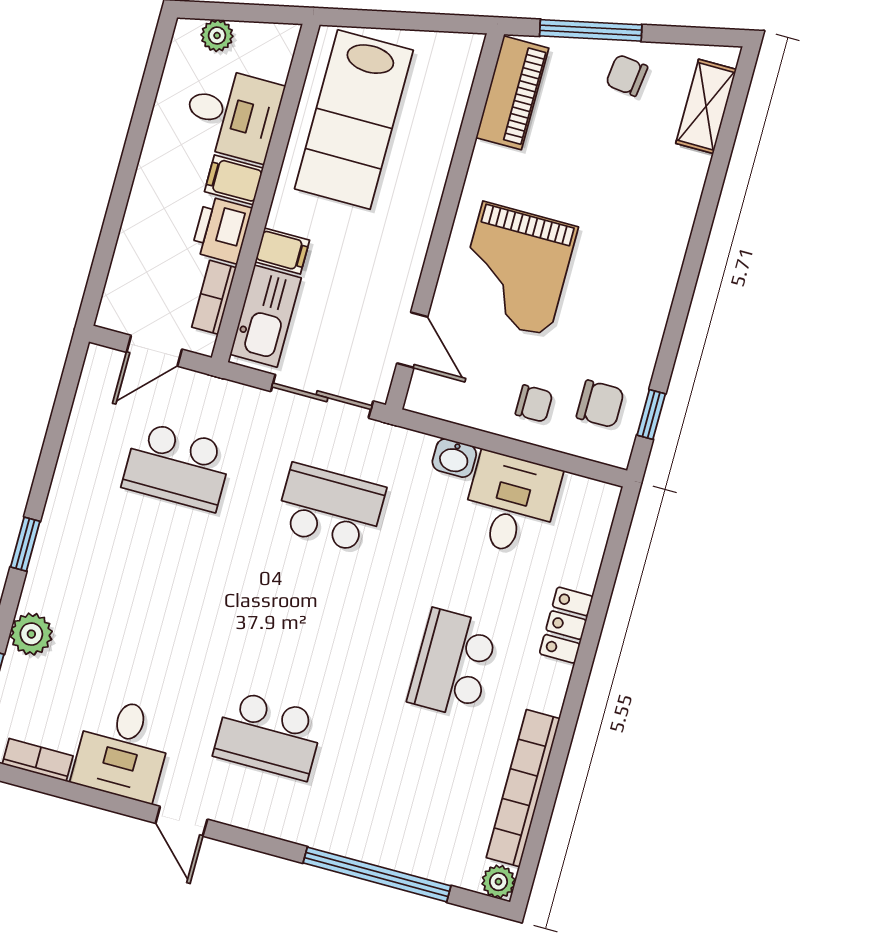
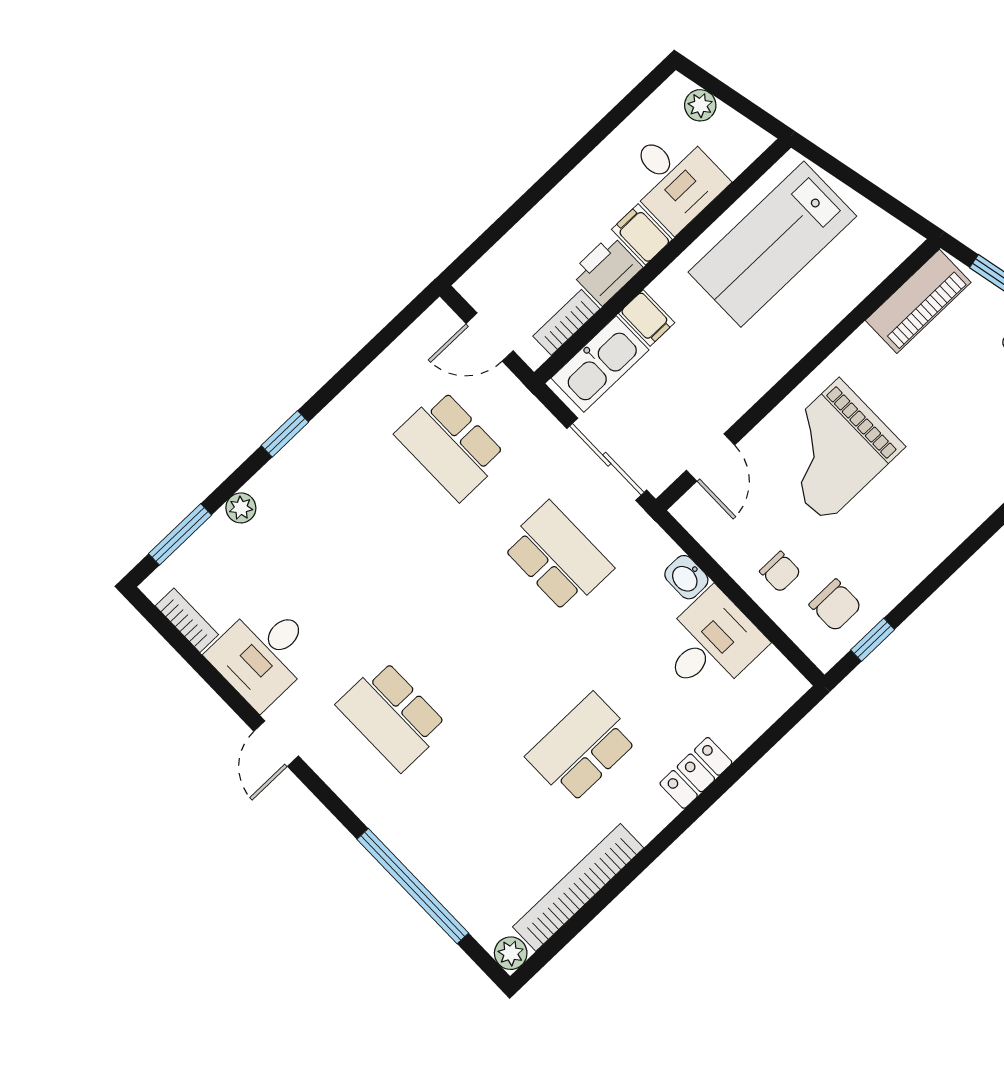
plant: (31, 634) -> (241, 508), width x0.73, depth x0.73

